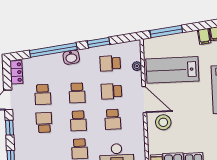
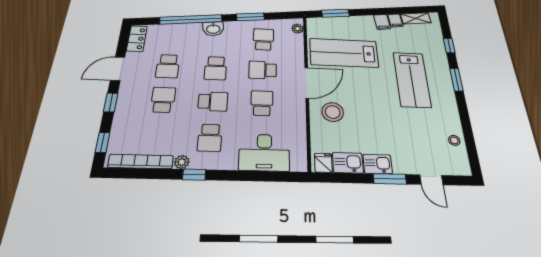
window: (166, 31) -> (335, 13), width x0.69
school desk: (110, 63) -> (263, 39), turned 90
plant: (137, 66) -> (298, 29), moved
door: (144, 100) -> (307, 83), hinge flipped
school desk: (113, 119) -> (262, 103), turned 180
school desk: (78, 121) -> (213, 101), turned -90

